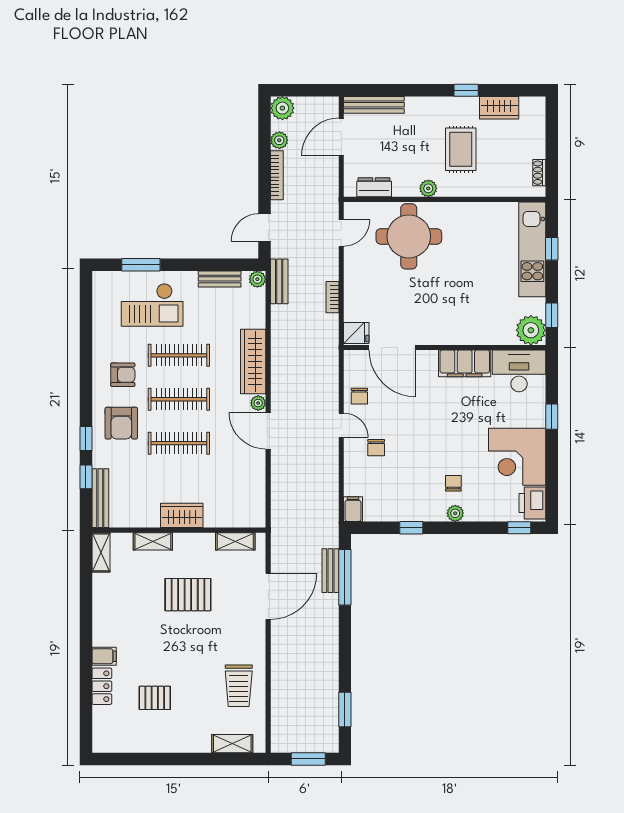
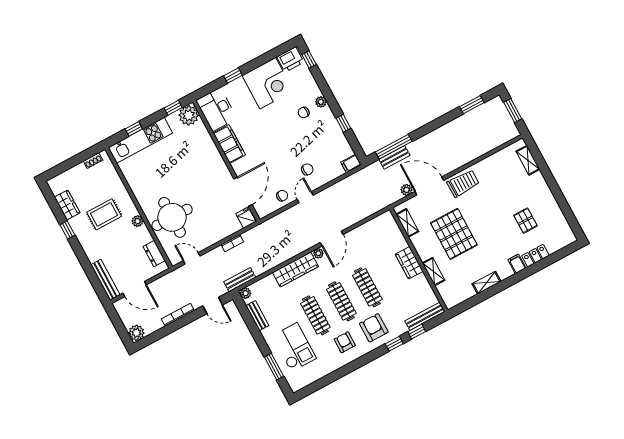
plant: (279, 140) -> (407, 190), moved
armchair: (121, 423) -> (374, 328), turned -90
shelving: (101, 552) -> (486, 283), moved
pallet: (188, 595) -> (454, 234), width x1.37, depth x1.41
trolley: (239, 686) -> (463, 183), moved

